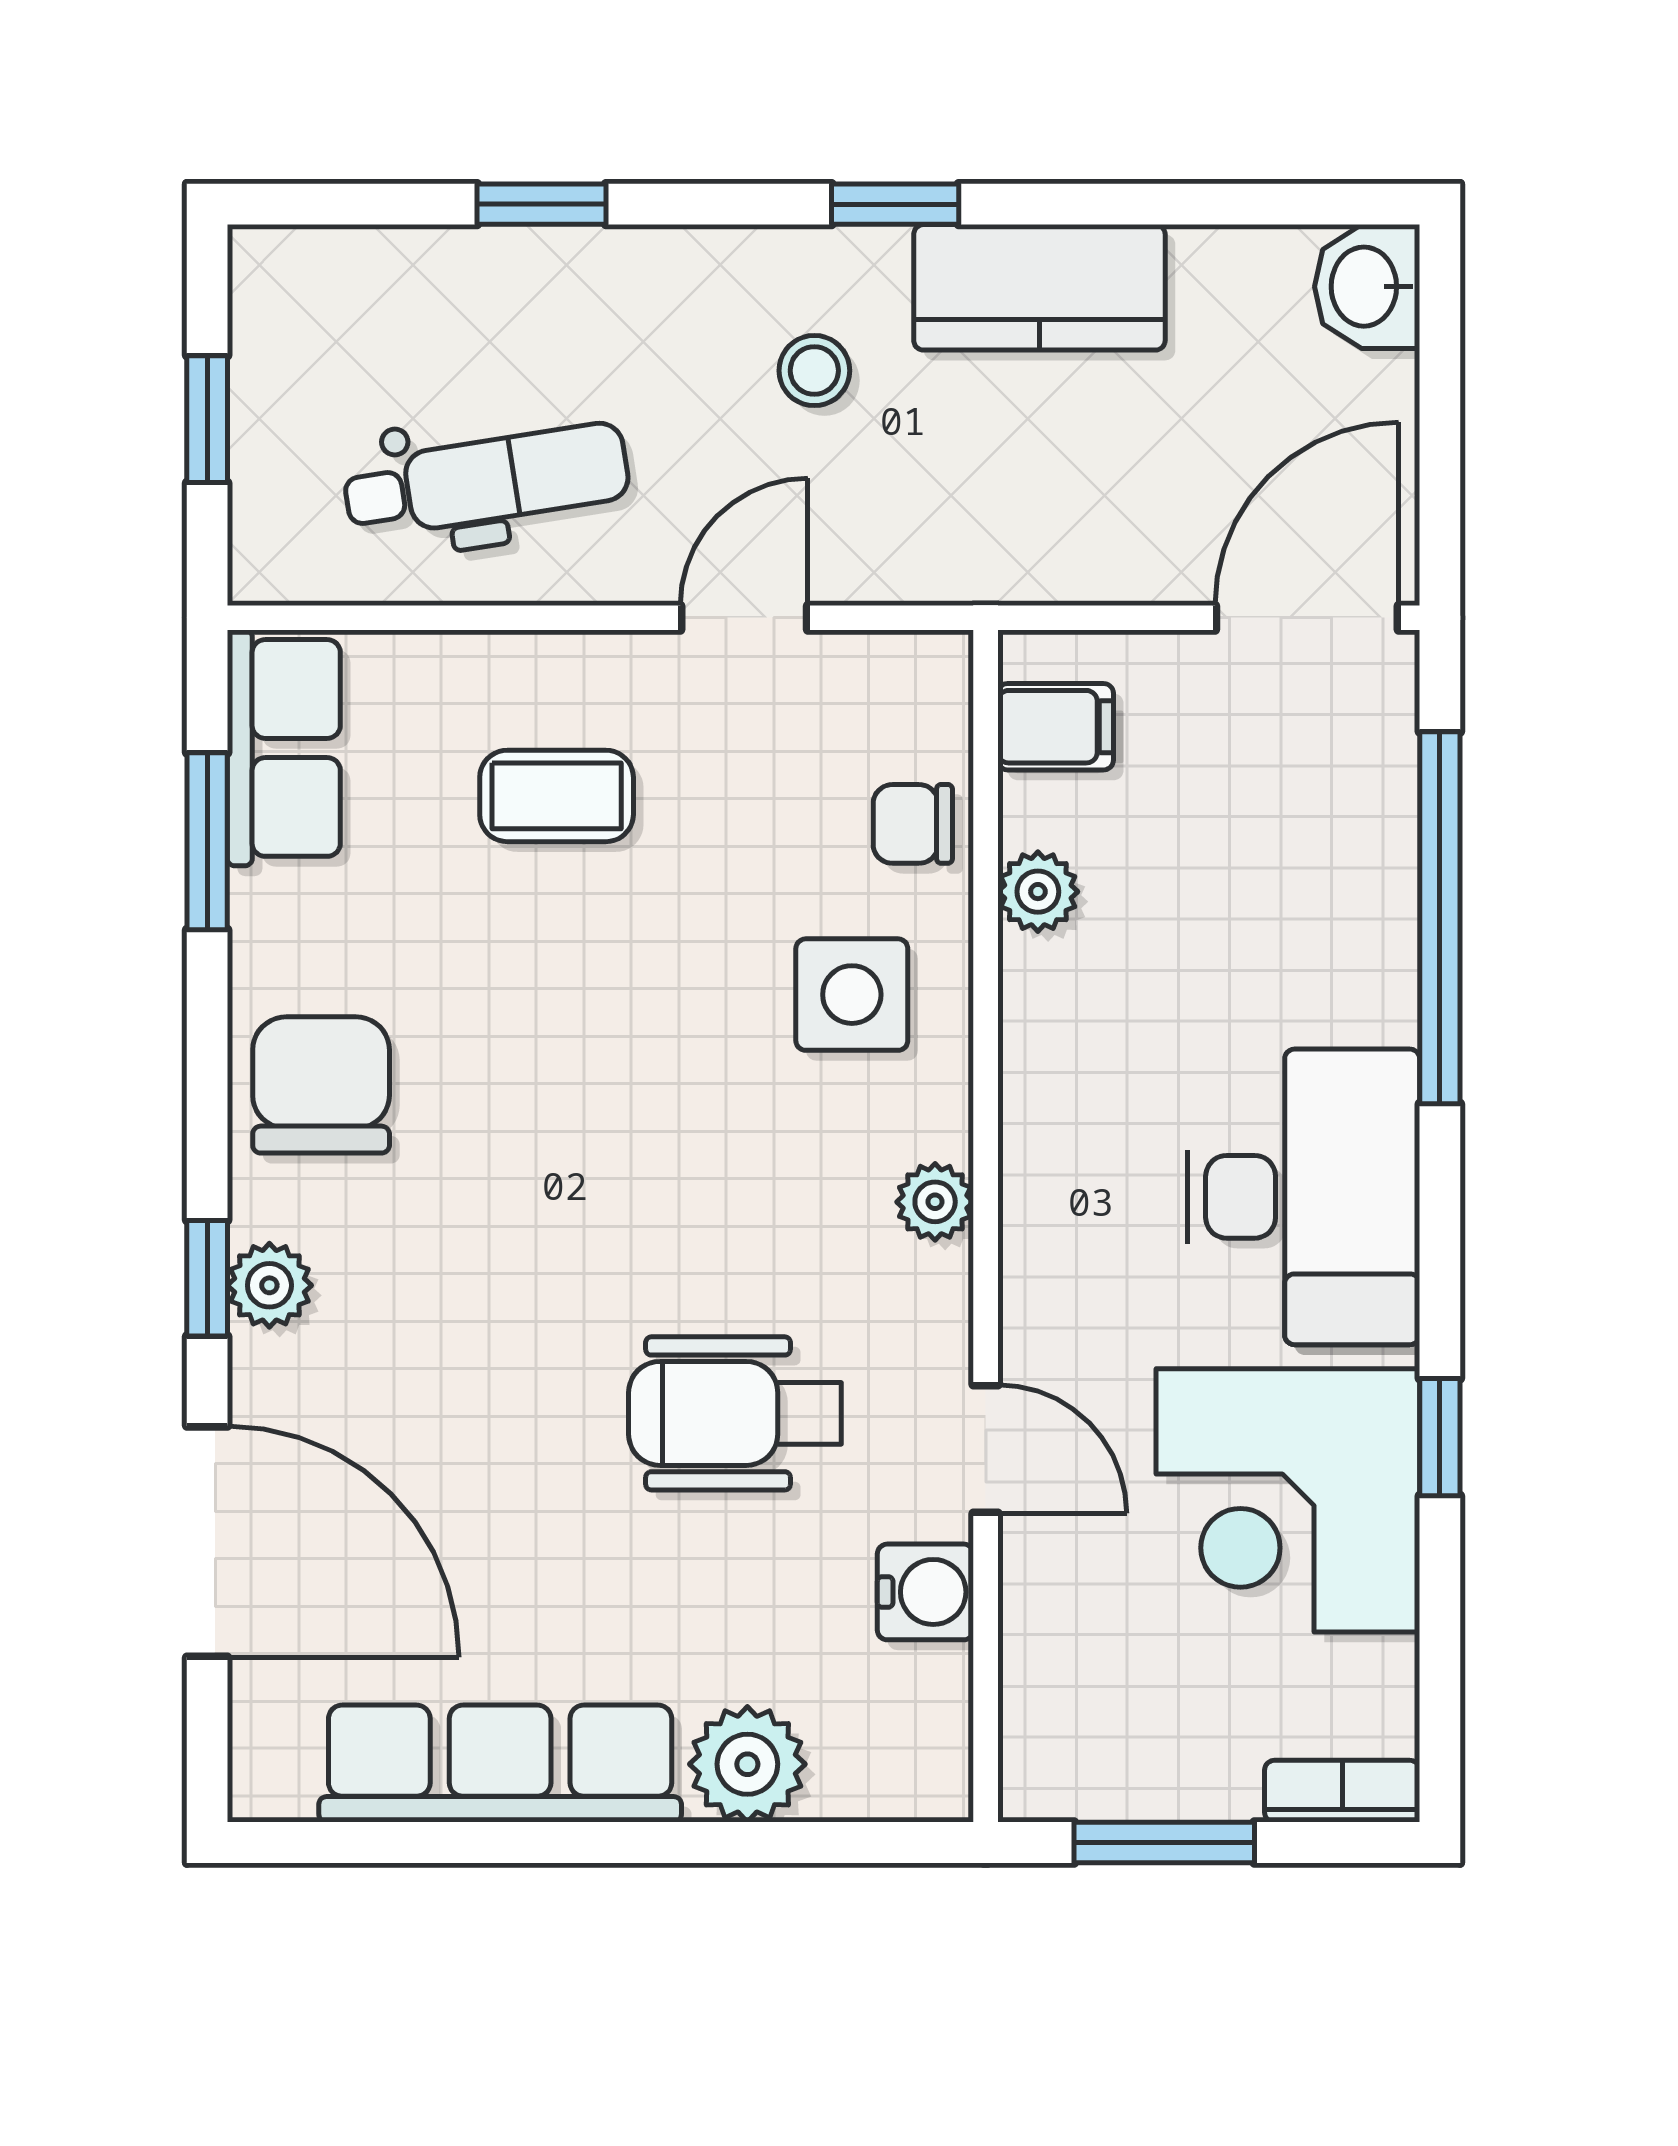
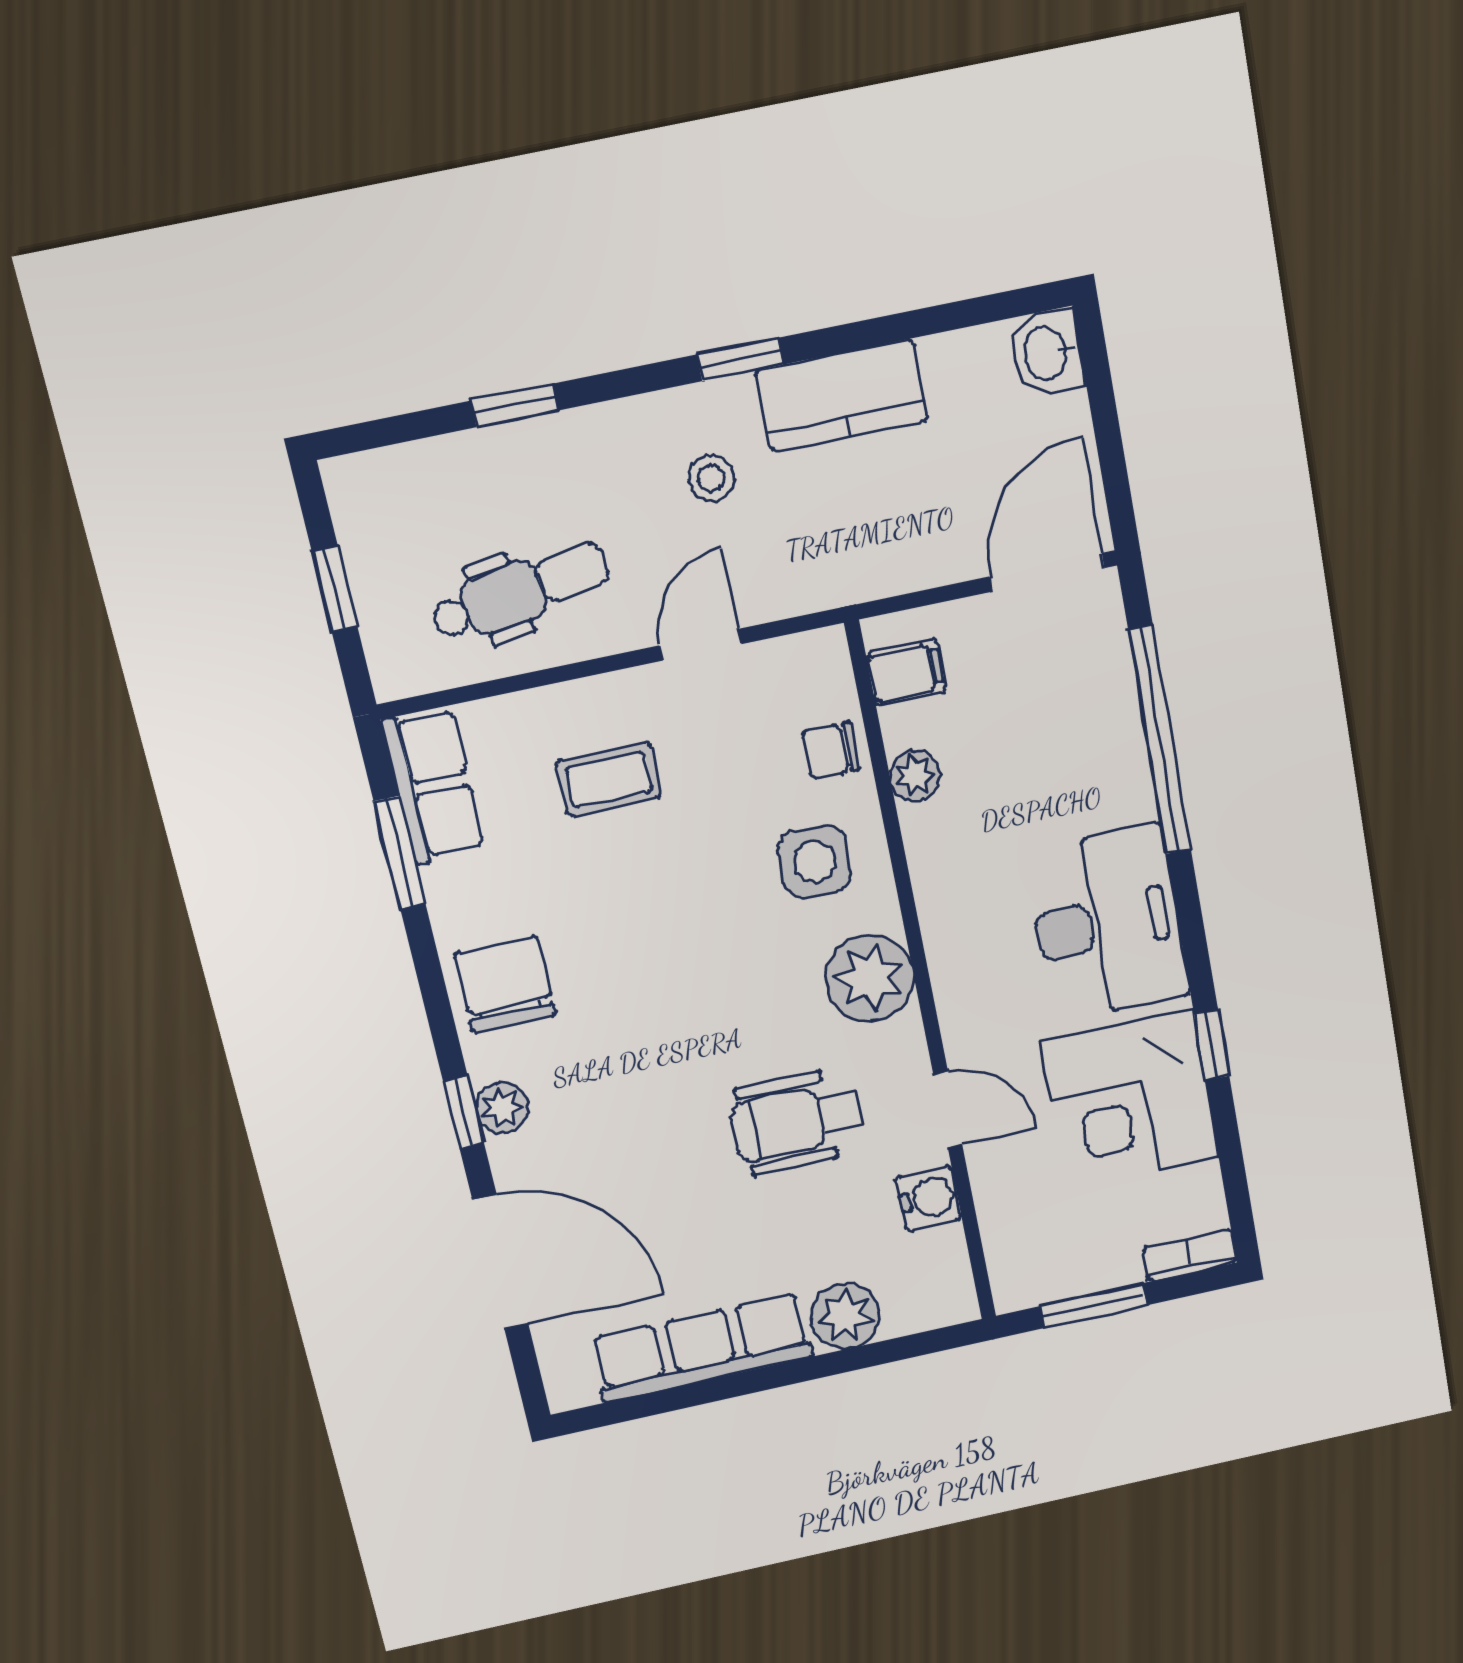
plant: (935, 1202) -> (869, 978), width x1.88, depth x1.88

